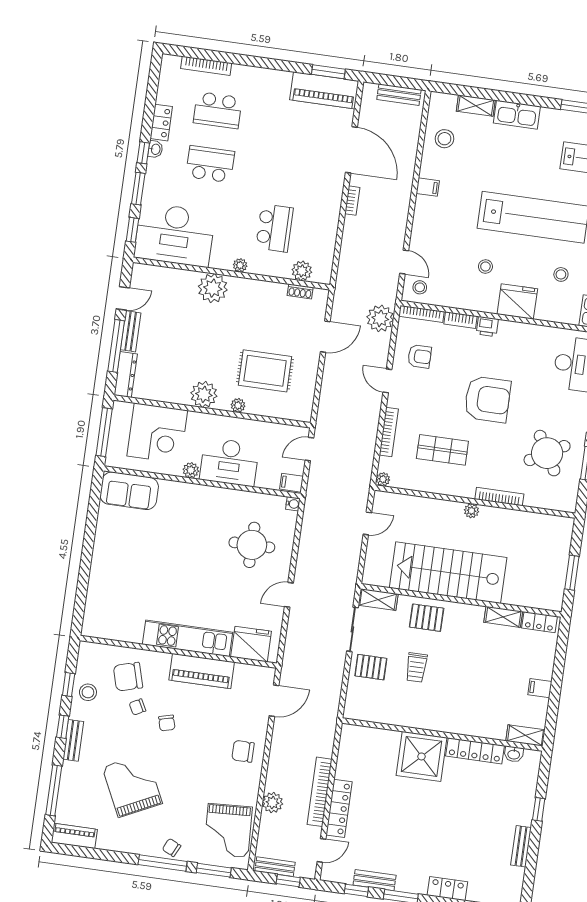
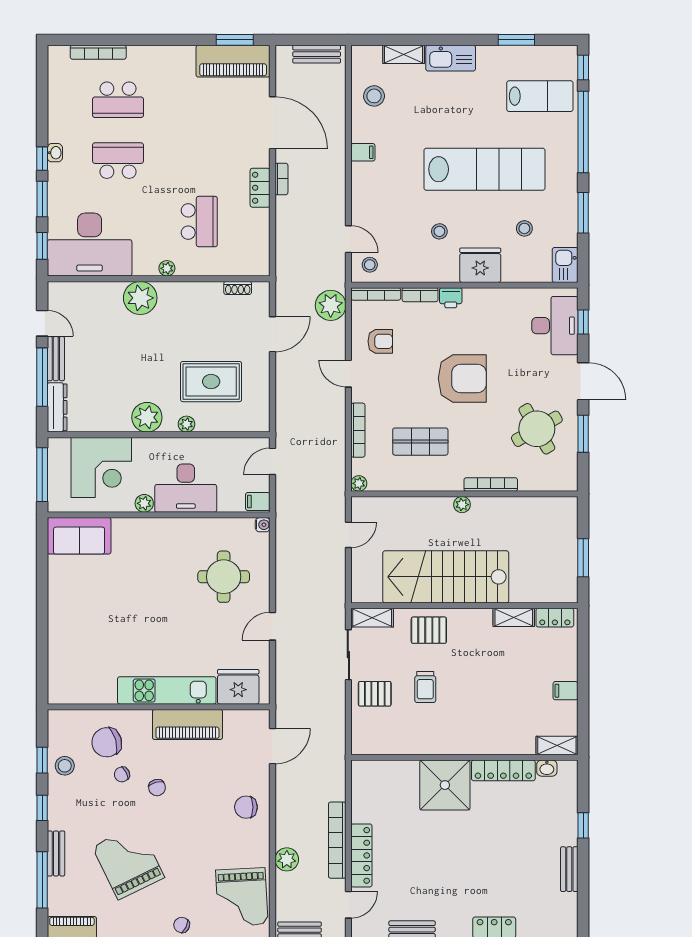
locker: (161, 123) -> (260, 188), moved, turned 180
plant: (302, 271) -> (236, 265), removed
door: (123, 298) -> (42, 323), hinge flipped
bench: (73, 740) -> (56, 853), moved

